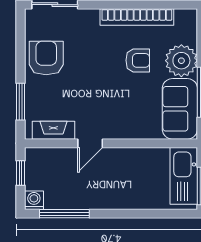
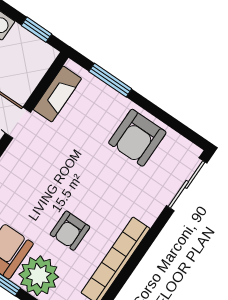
armchair: (46, 58) -> (137, 138), turned 90

